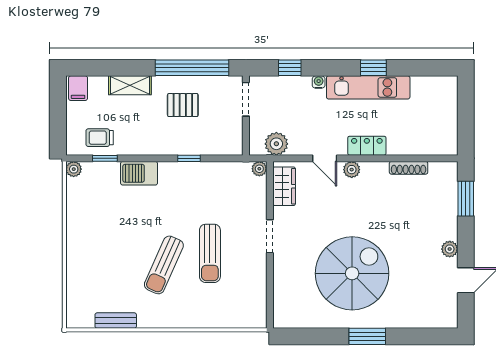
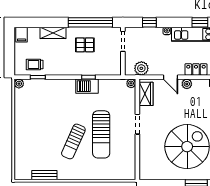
barbecue: (139, 173) -> (87, 86), moved
sun lounger: (210, 253) -> (101, 134), width x1.36, depth x1.34

